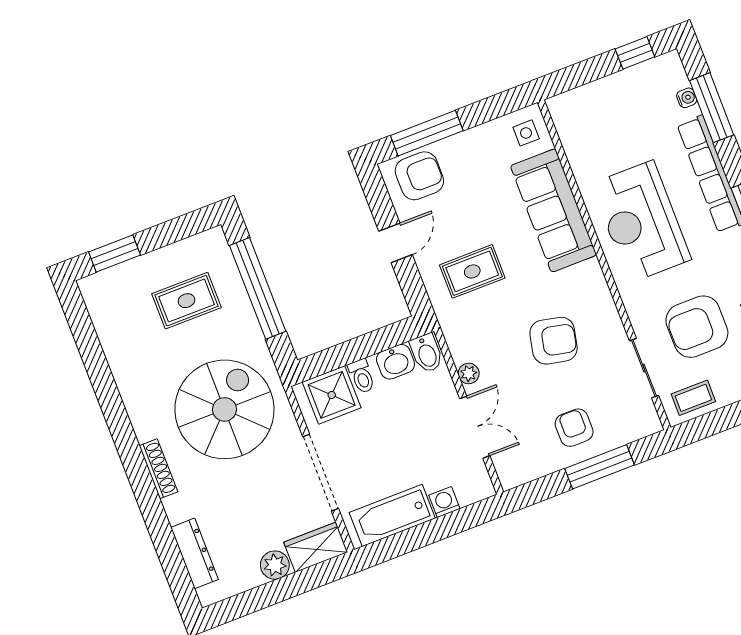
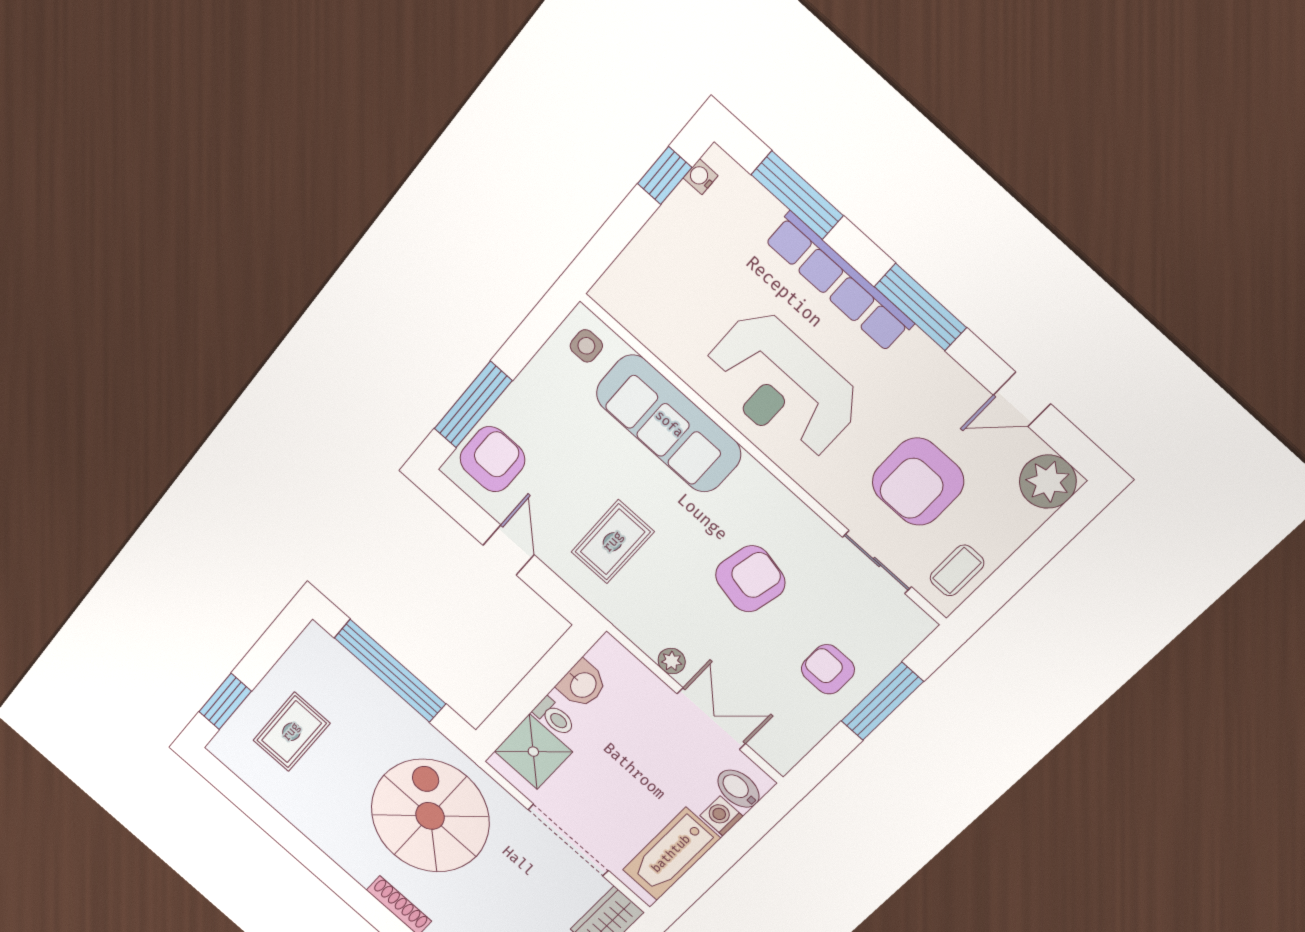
water cooler: (687, 98) -> (701, 177), moved, turned -90
rug: (186, 301) -> (291, 732), moved
bidet: (427, 353) -> (738, 789), moved, turned 180

